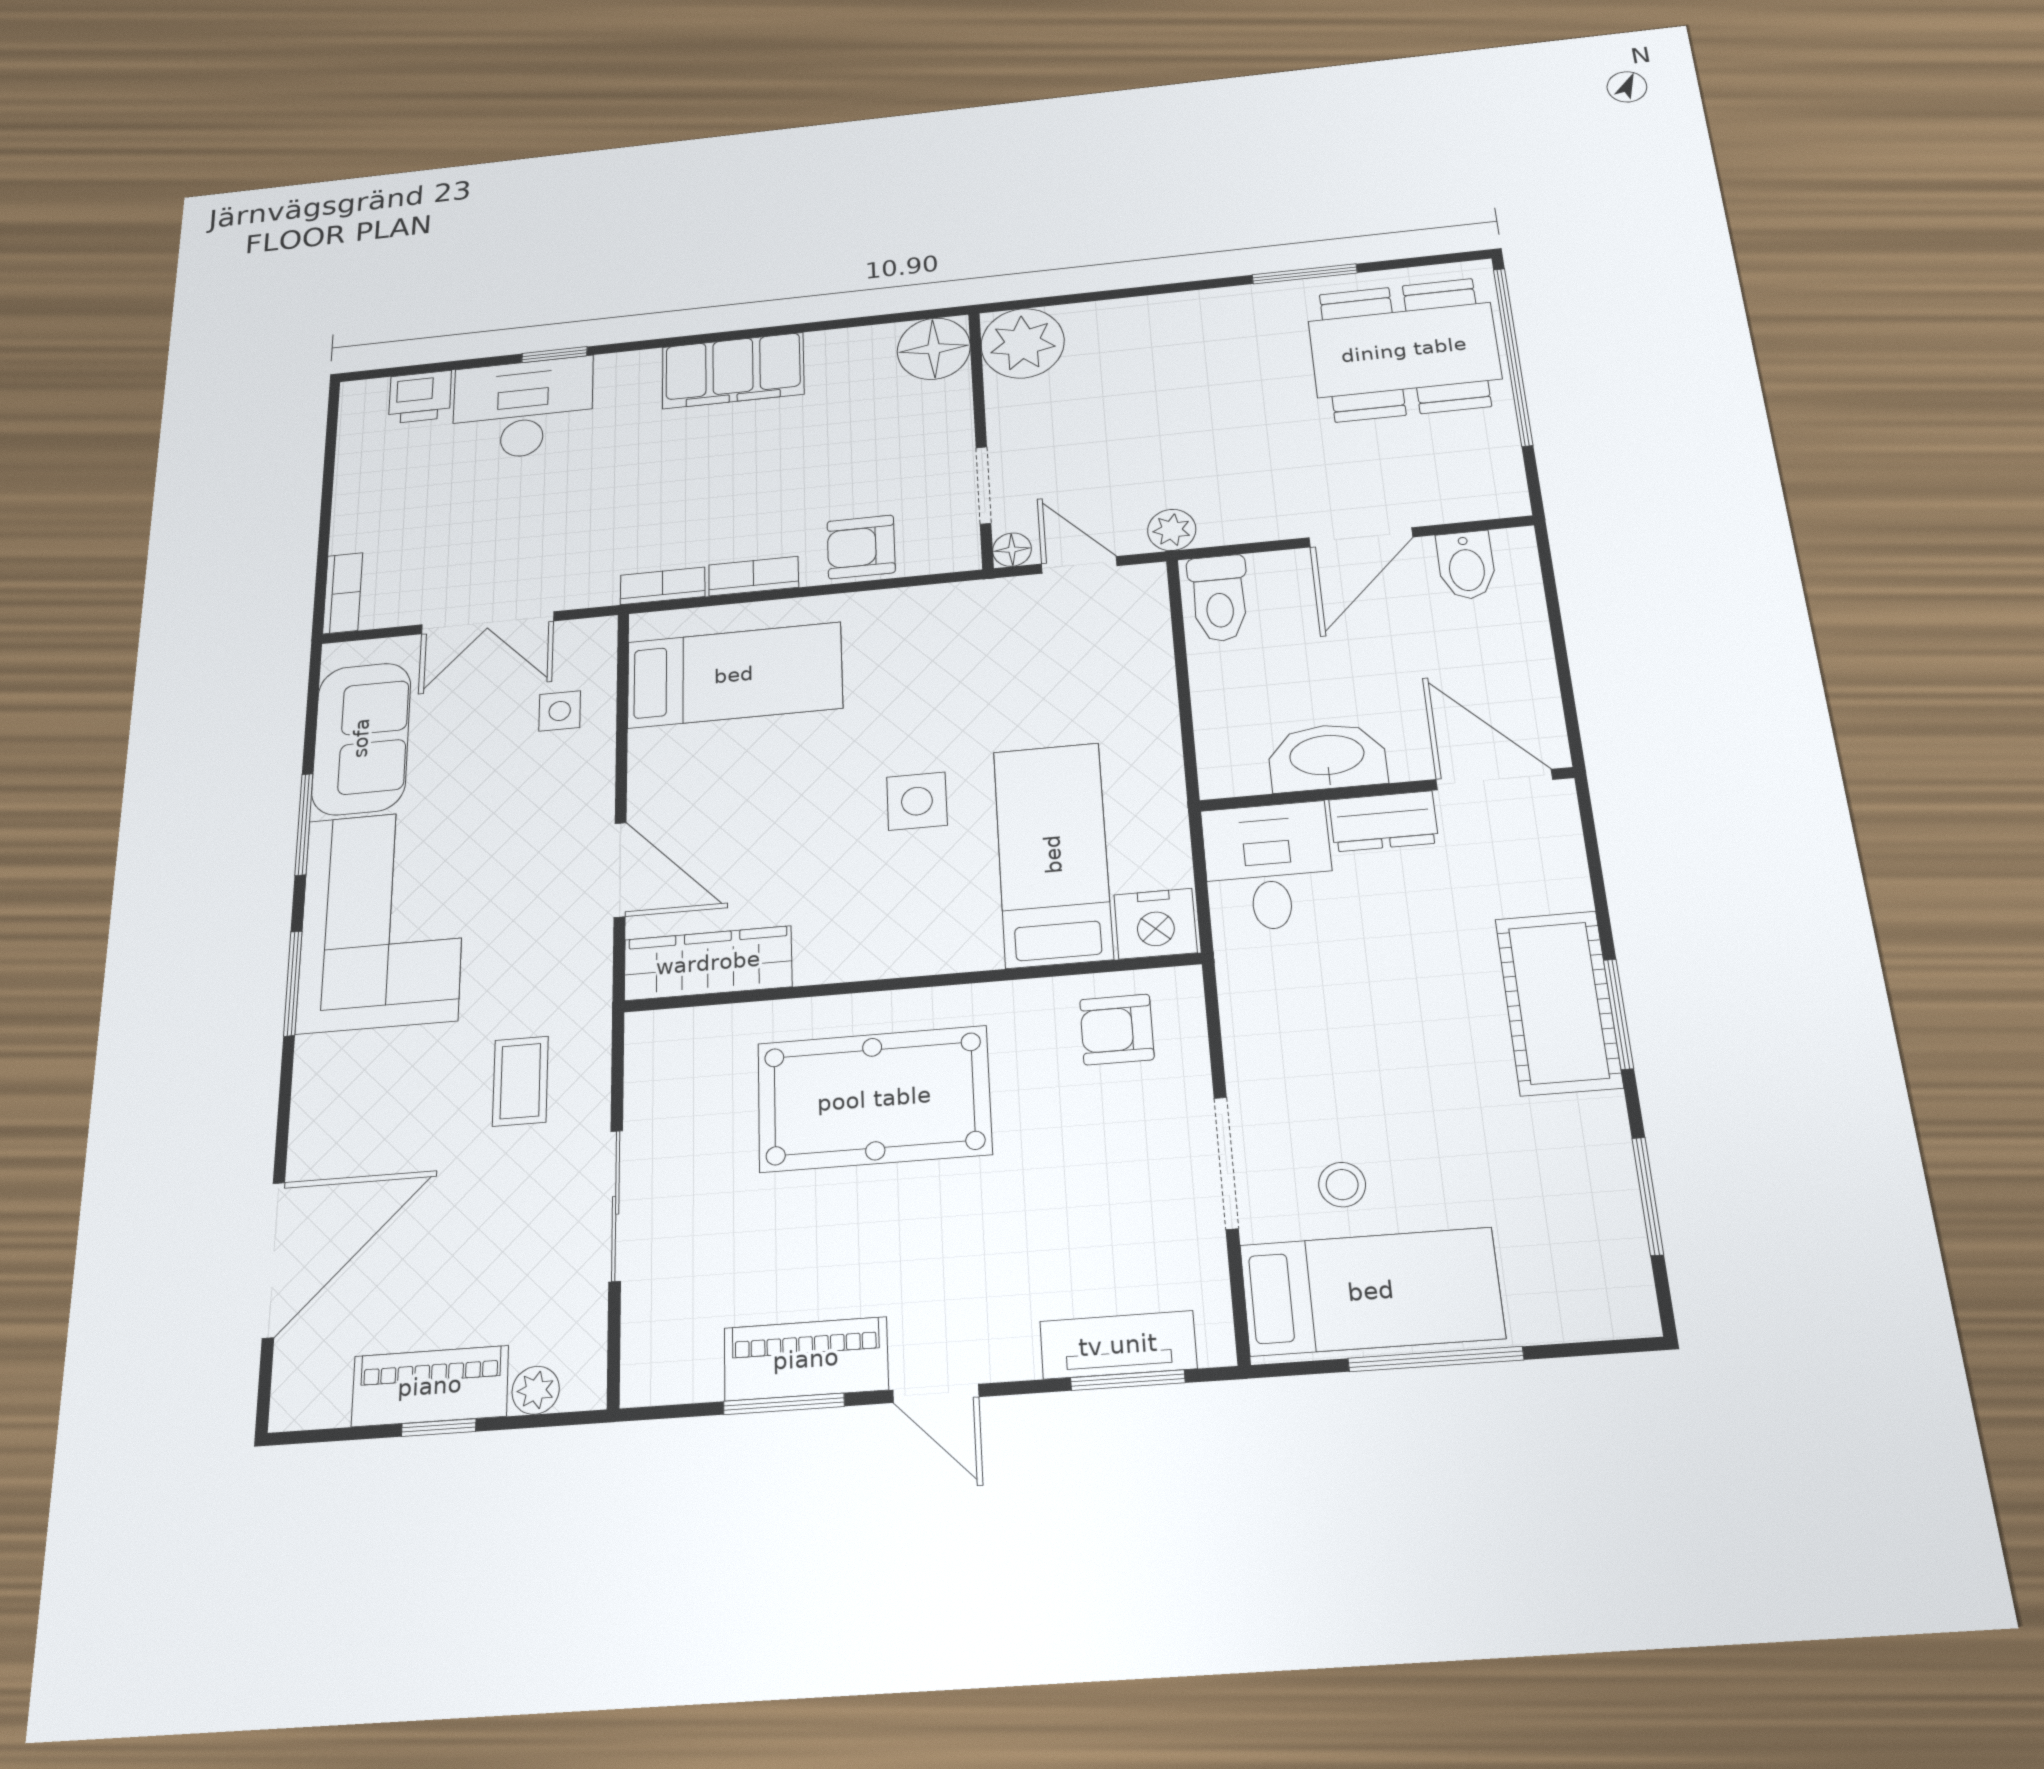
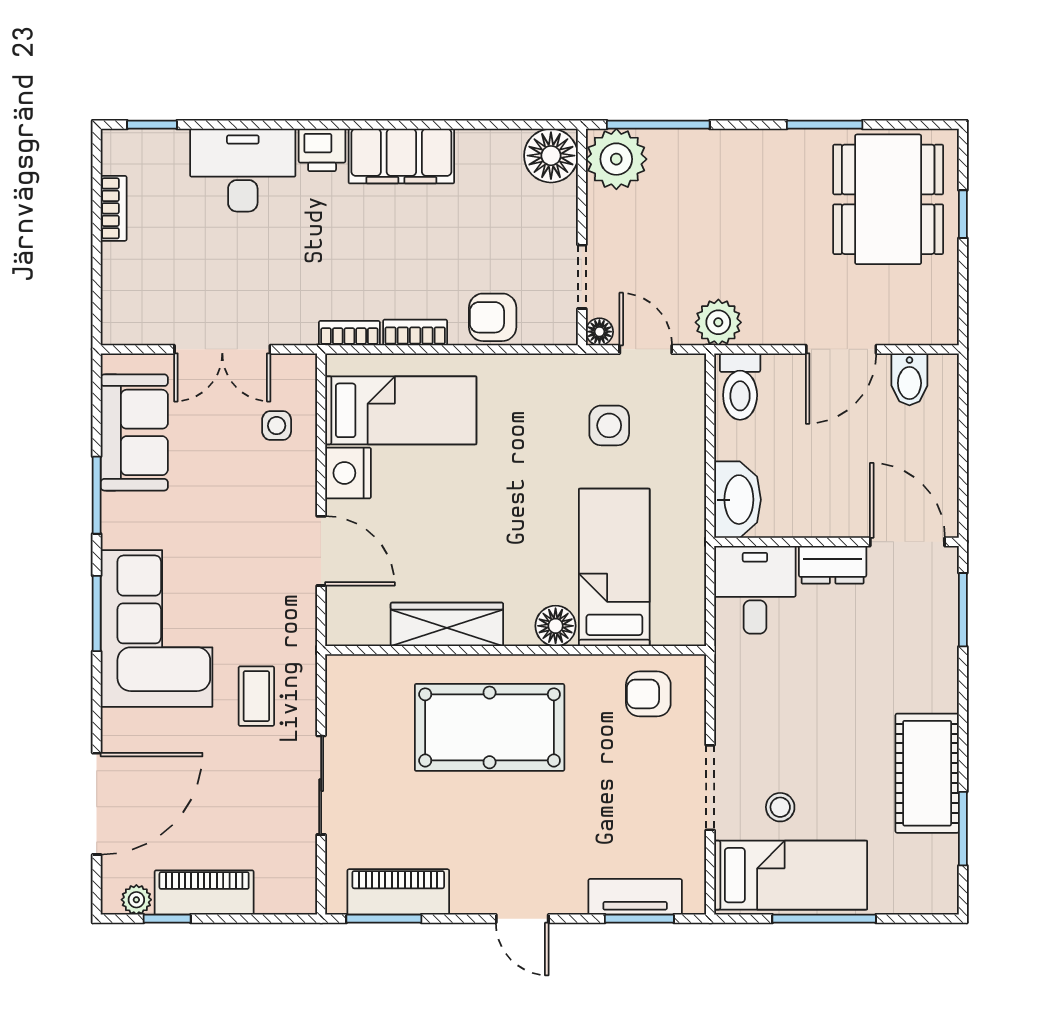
window: (1077, 298) -> (658, 125), added
dining table: (1404, 350) -> (888, 199), turned 90
window: (554, 355) -> (152, 125), moved
window: (1513, 356) -> (963, 214), width x0.32
printer: (420, 397) -> (322, 150), moved
plant: (1172, 530) -> (718, 322), width x1.38, depth x1.38
bookcase: (343, 593) -> (114, 208), moved
washbasin: (1327, 757) -> (738, 500), moved, turned 90
side table: (917, 801) -> (609, 425), moved
corner sofa: (382, 919) -> (157, 628), moved
nightstand: (1155, 924) -> (348, 473), moved, turned 90
floor lamp: (969, 943) -> (556, 626), added
wardrobe: (708, 963) -> (447, 624), moved
cot: (1558, 1003) -> (927, 773), moved
window: (1618, 1014) -> (963, 610), moved
piano: (806, 1359) -> (398, 892), moved
plant: (536, 1390) -> (136, 900), moved
window: (784, 1404) -> (384, 919), moved
window: (439, 1428) -> (167, 919), moved

